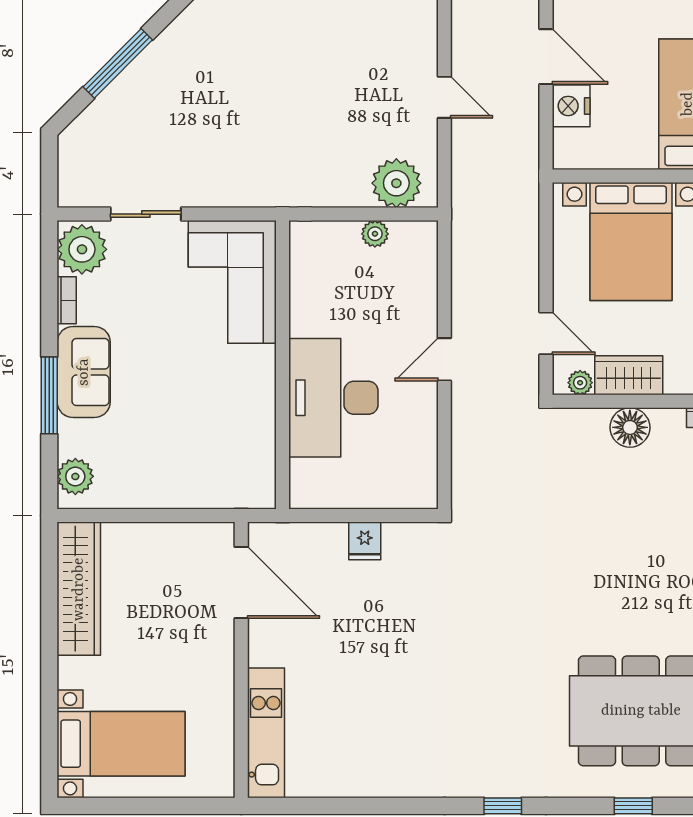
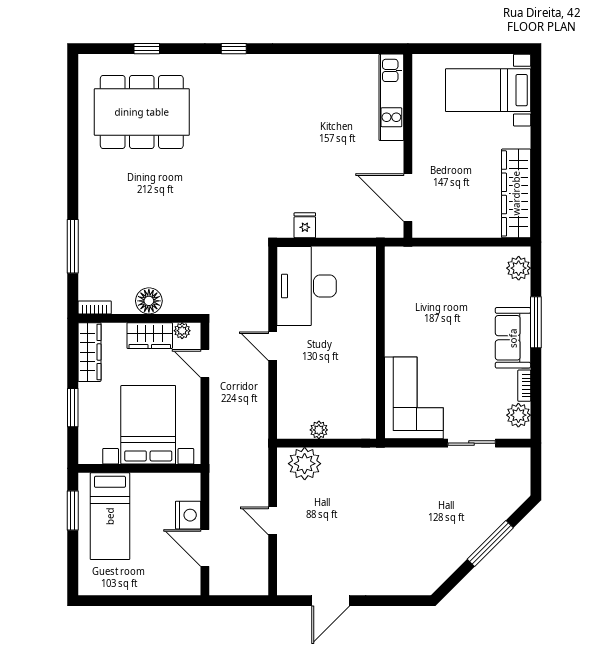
plant: (82, 249) -> (518, 415), width x0.73, depth x0.73
door: (444, 359) -> (273, 346), swing flipped
desk: (333, 398) -> (306, 286), moved, turned 180
fridge: (365, 541) -> (305, 225), moved

